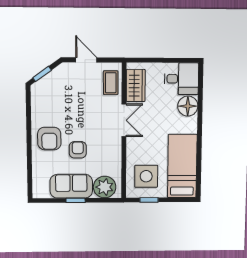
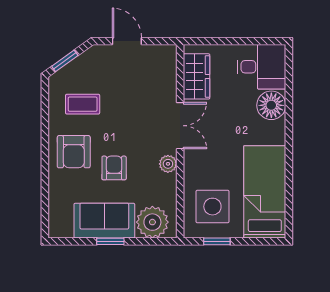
coffee table: (111, 83) -> (83, 104), moved, turned 90
plant: (115, 147) -> (168, 164), added

